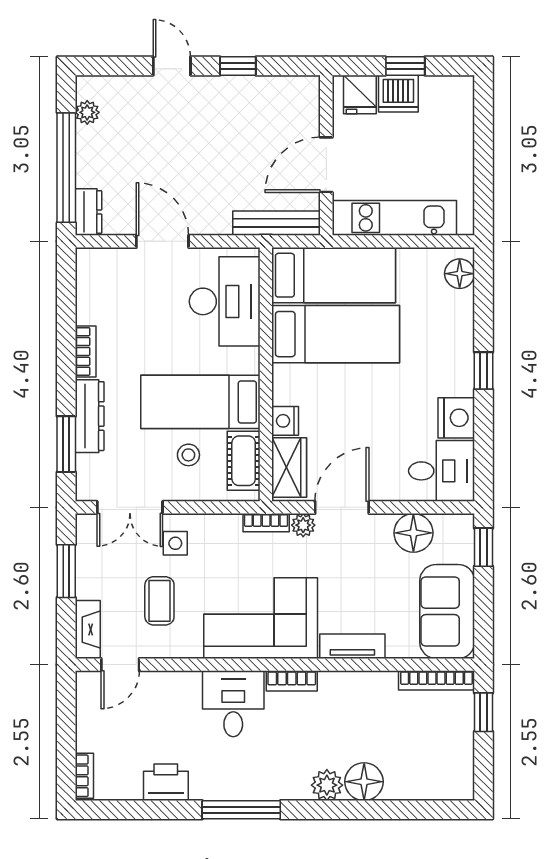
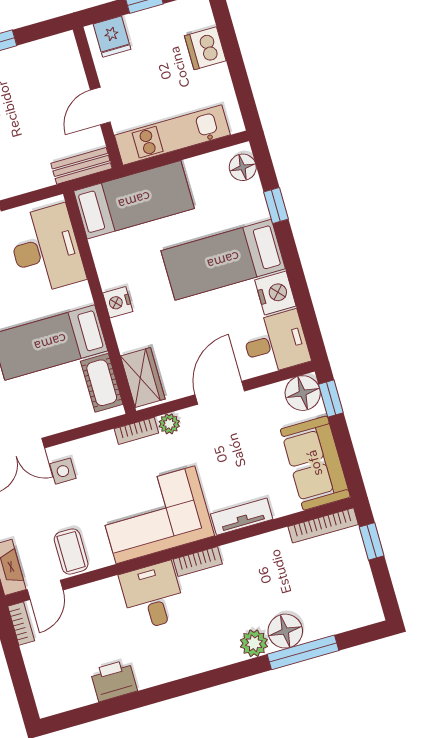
dishwasher: (398, 94) -> (205, 48), moved, turned 90
door: (326, 165) -> (100, 106), width x0.73
bench: (276, 223) -> (81, 166), width x0.73
bed: (336, 334) -> (223, 260), moved, turned 180
window: (484, 371) -> (276, 206), moved
nightstand: (285, 421) -> (118, 302), moved
stool: (188, 455) -> (52, 391), removed
door: (342, 507) -> (220, 393), moved
floor lamp: (413, 533) -> (303, 393), moved
coffee table: (159, 601) -> (71, 552), moved
bookcase: (84, 776) -> (21, 624), moved
window: (241, 810) -> (303, 652), moved

